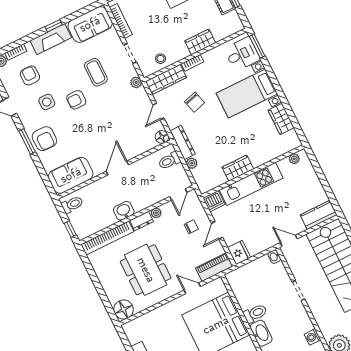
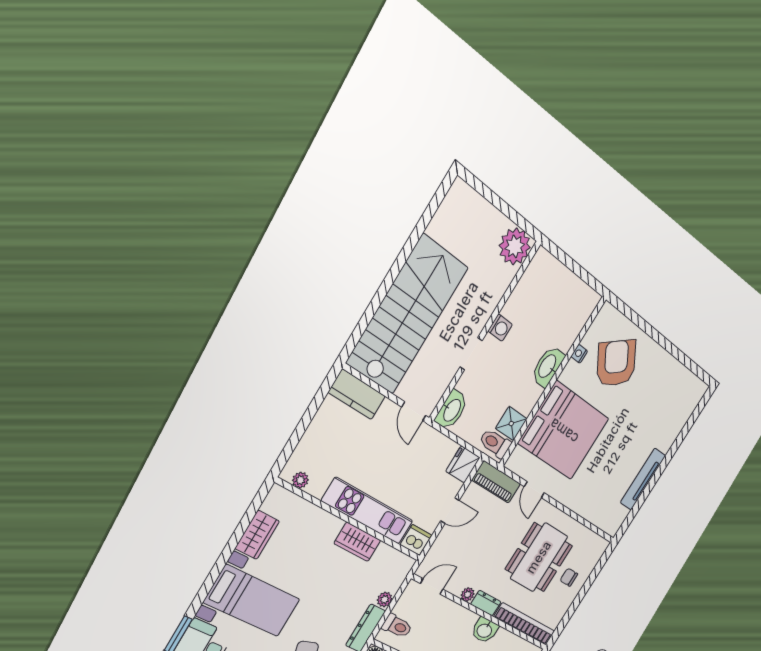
chair: (191, 227) -> (569, 577), moved
washbasin: (274, 257) -> (452, 410), width x1.91, depth x1.45
shower: (243, 294) -> (511, 424), added
floor lamp: (124, 310) -> (595, 548), removed
toilet: (255, 313) -> (495, 443), moved
washing machine: (312, 337) -> (500, 328), moved

